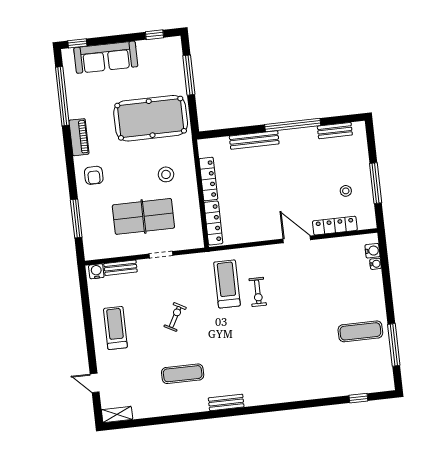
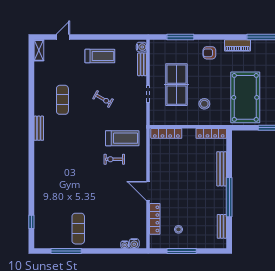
locker: (208, 179) -> (211, 133), moved
door: (297, 239) -> (148, 191), swing flipped

